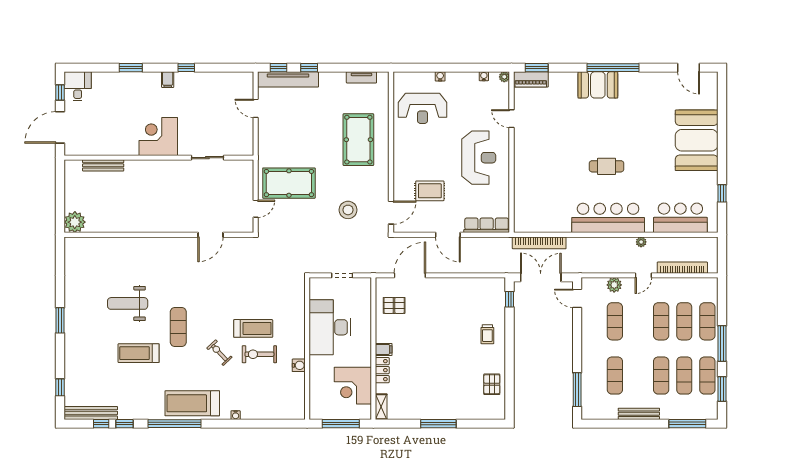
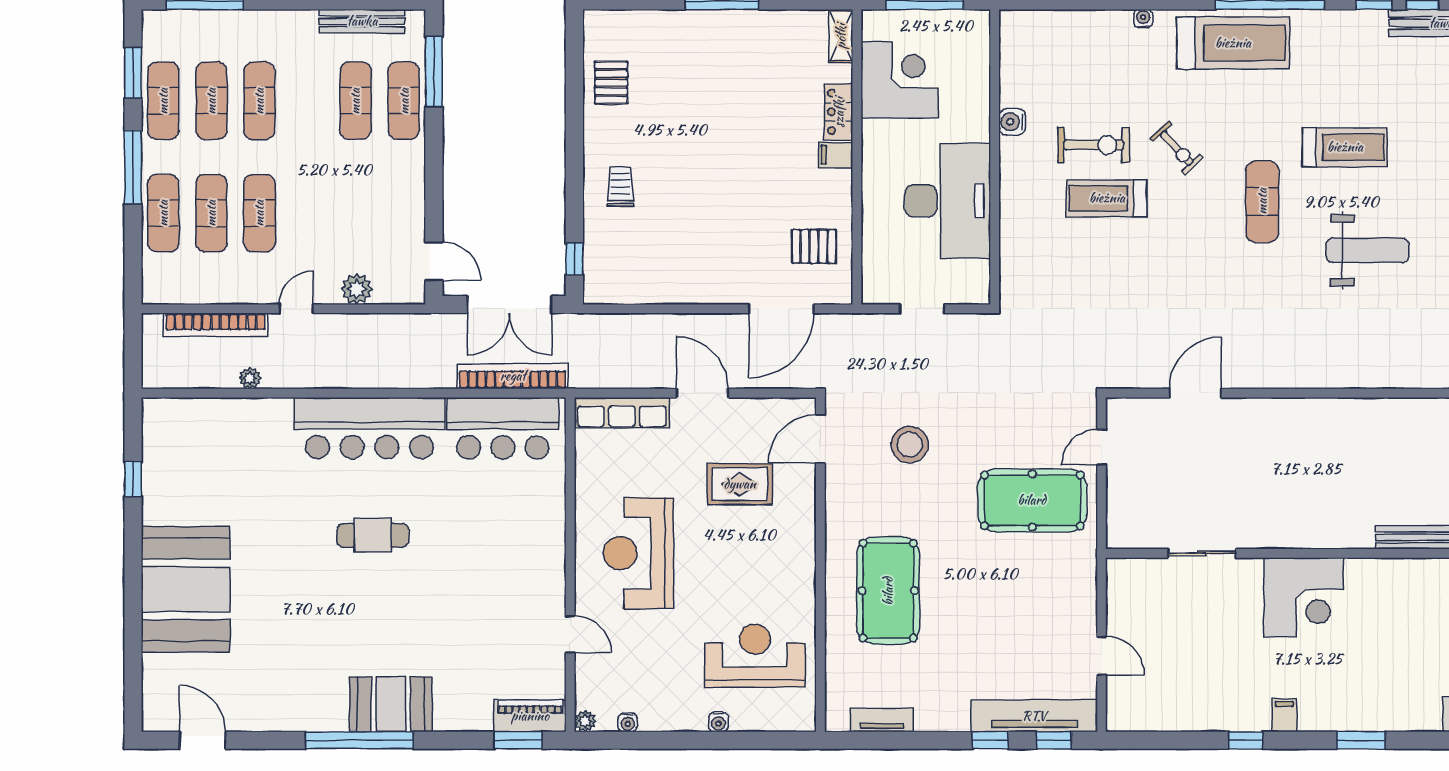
bar counter: (680, 218) -> (503, 428), moved
plant: (641, 242) -> (250, 378), moved
exercise mat: (615, 321) -> (404, 101), moved
bench: (639, 414) -> (362, 21), moved

